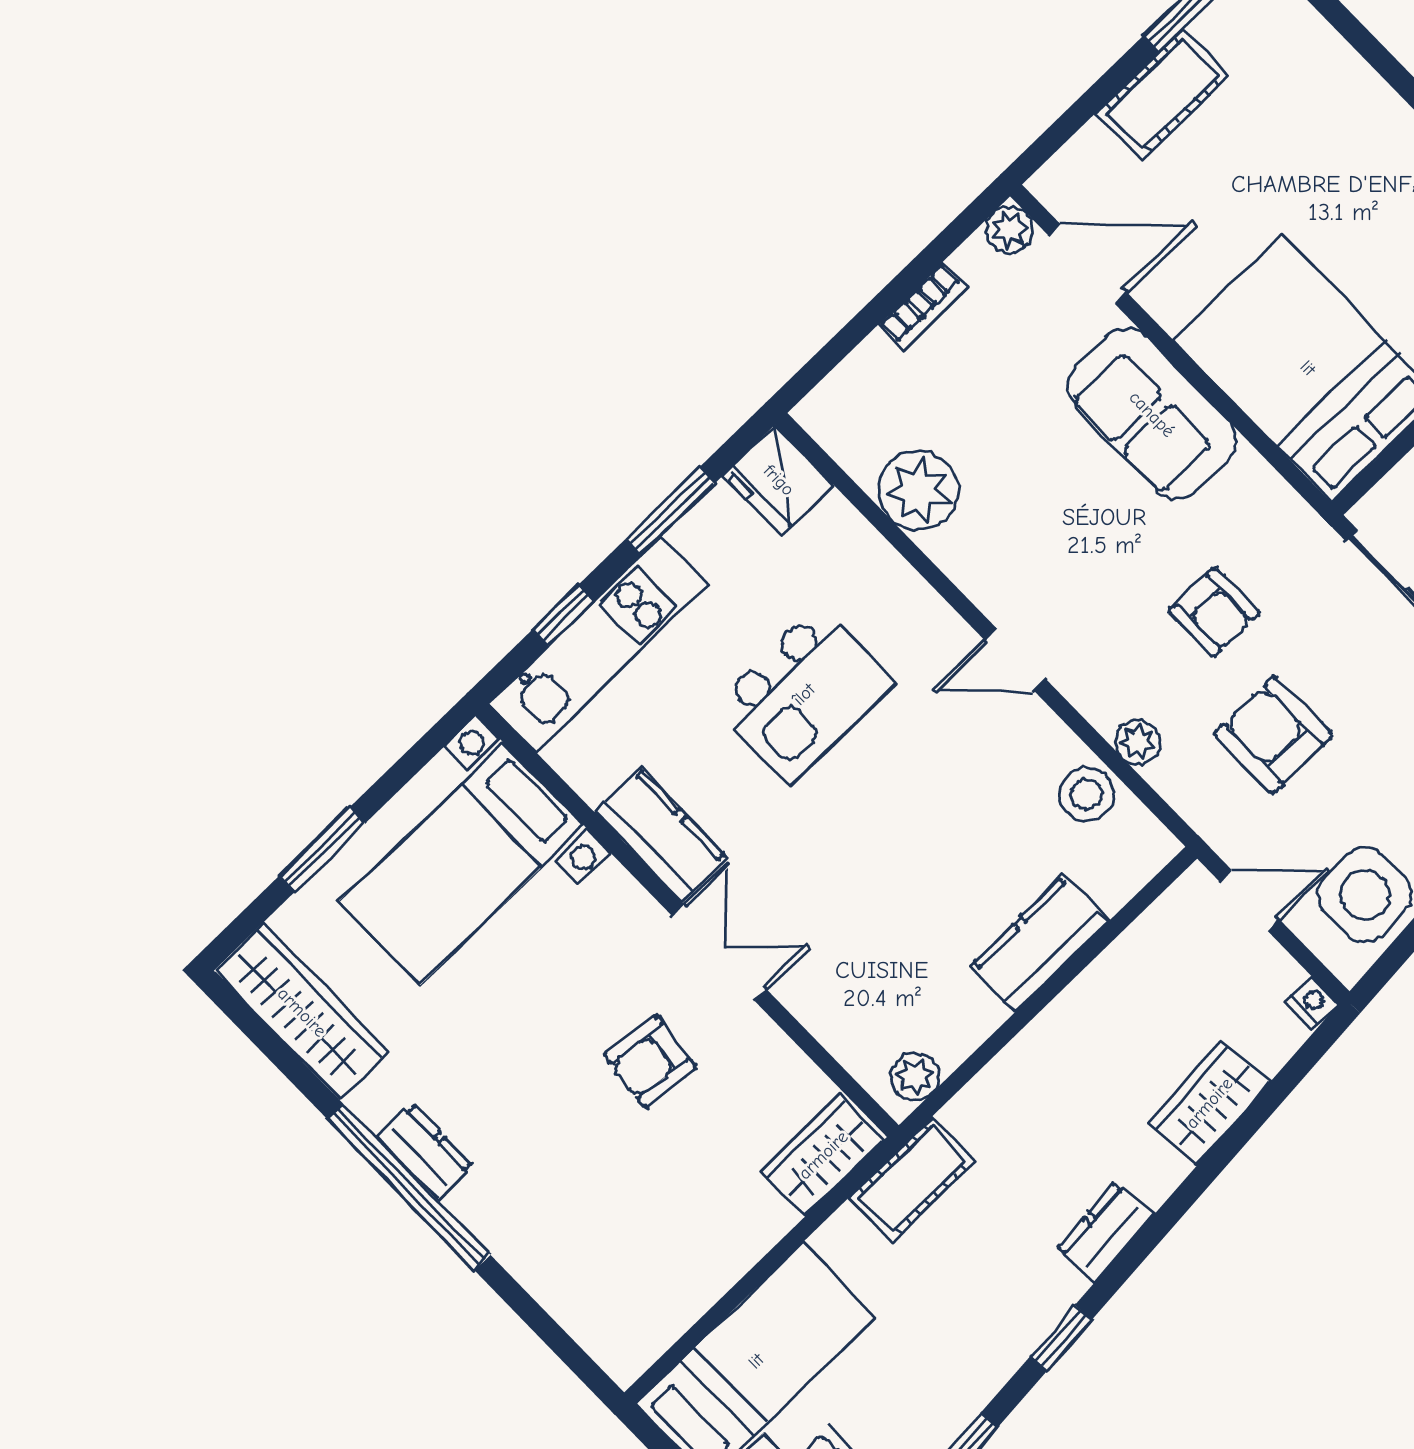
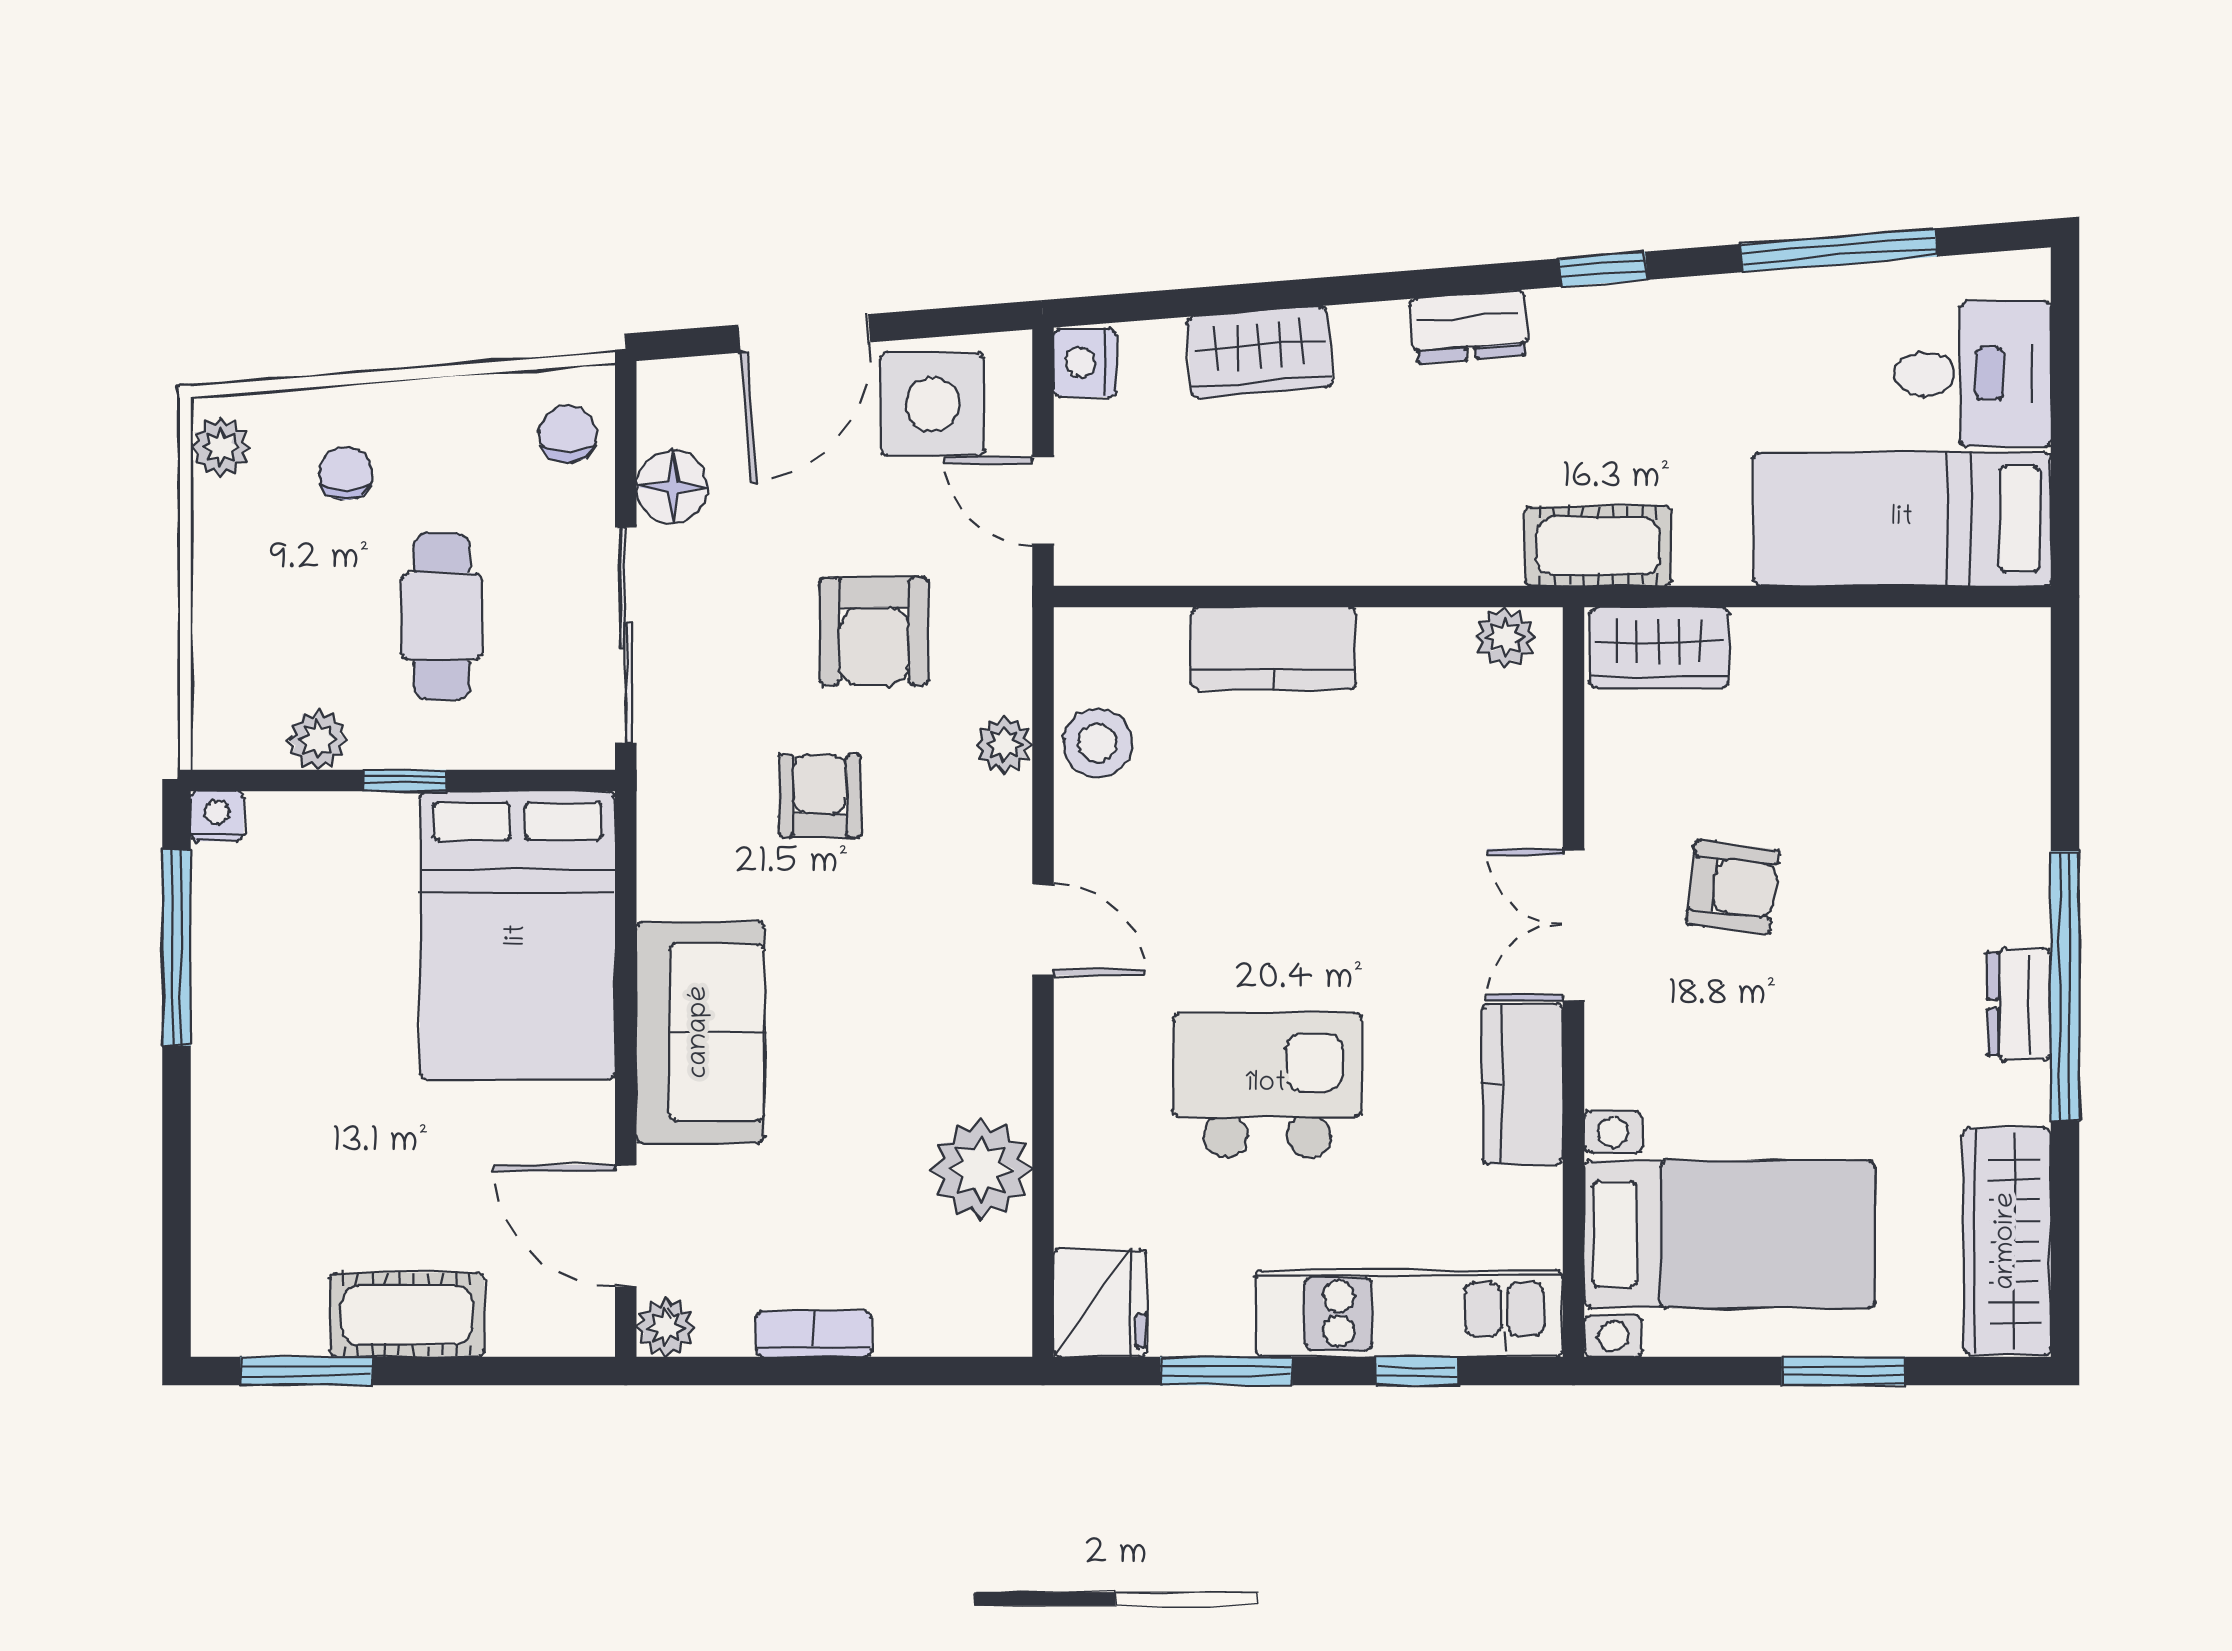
nightstand: (1312, 1002) -> (1085, 363), width x1.39, depth x1.35

